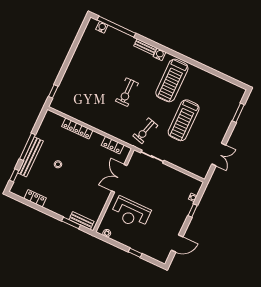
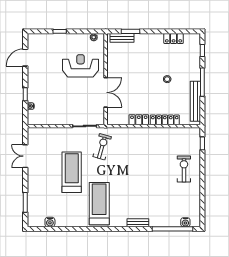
water cooler: (160, 54) -> (50, 222), moved
exercise bike: (127, 92) -> (184, 169), moved
locker: (113, 145) -> (139, 120), moved
bench: (30, 157) -> (195, 101), moved

